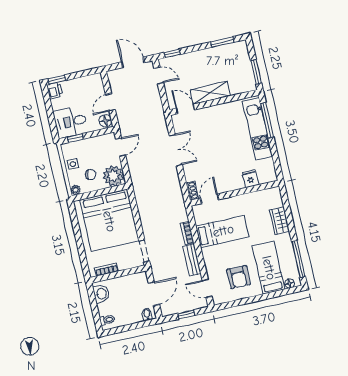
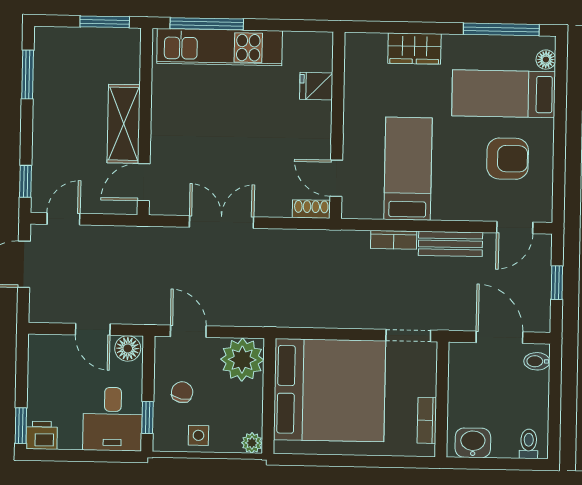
chair: (91, 174) -> (182, 392), moved

